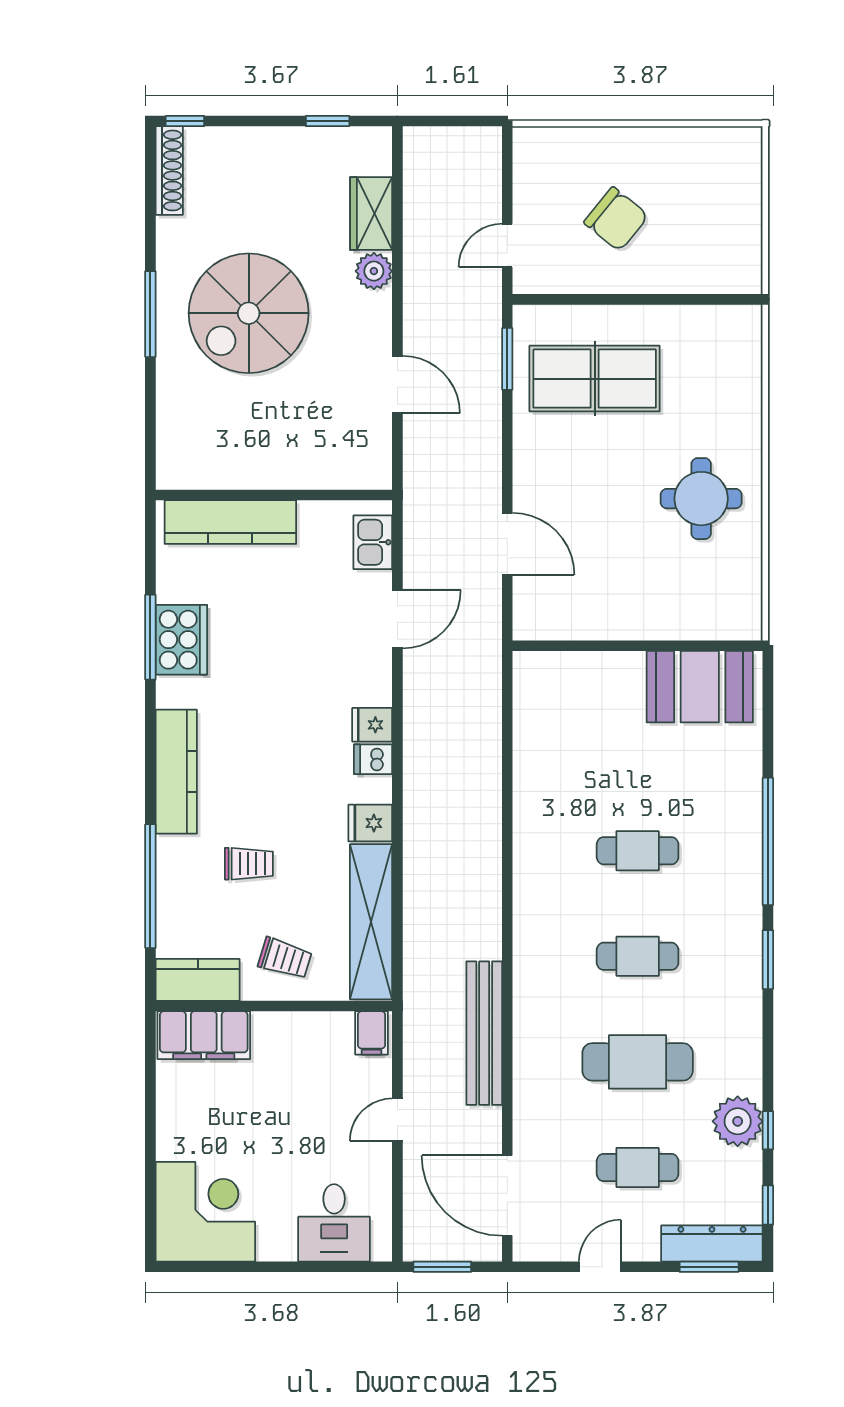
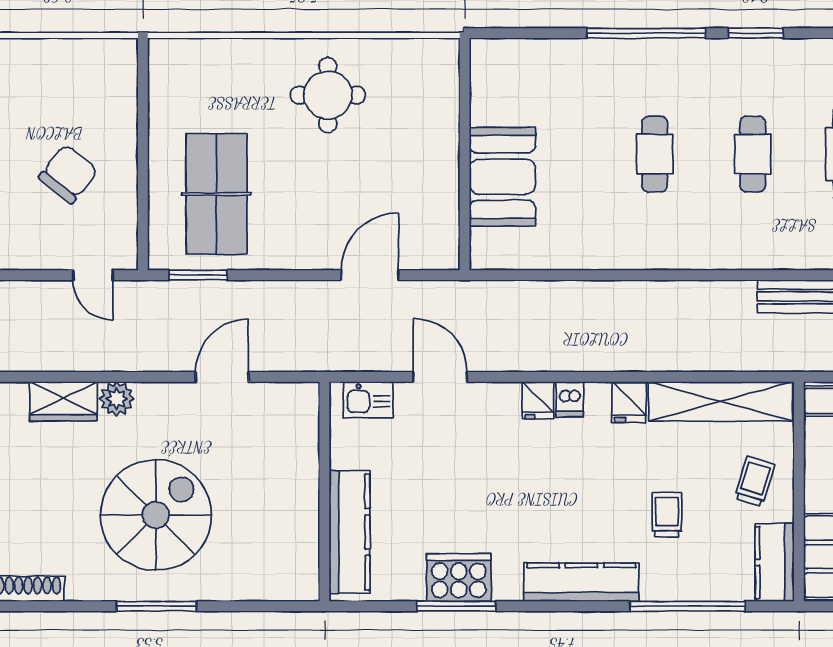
spiral stairs: (249, 313) -> (156, 515), turned -90
booth: (700, 687) -> (502, 177), moved

